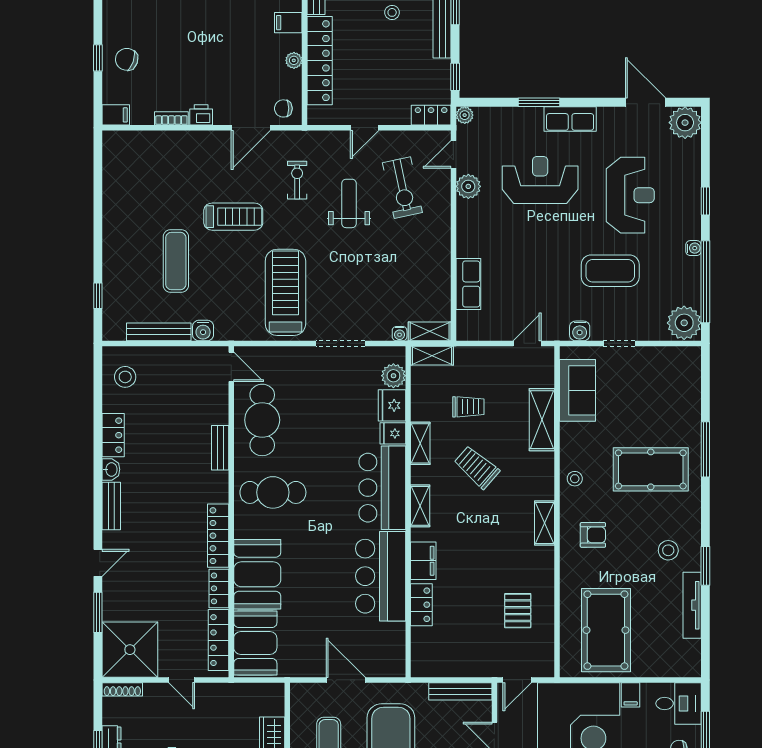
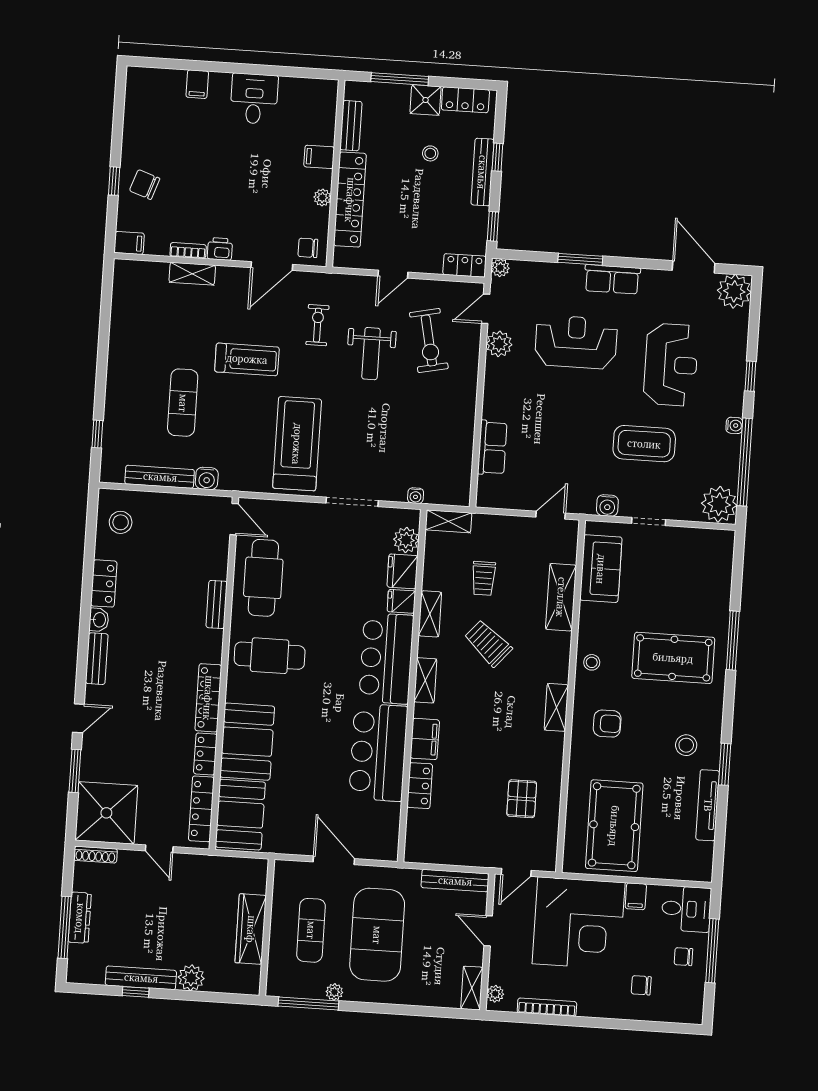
weight bench: (349, 203) -> (371, 354), turned 180
shelving: (430, 331) -> (192, 274), moved
trolley: (468, 407) -> (484, 578), turned 90

